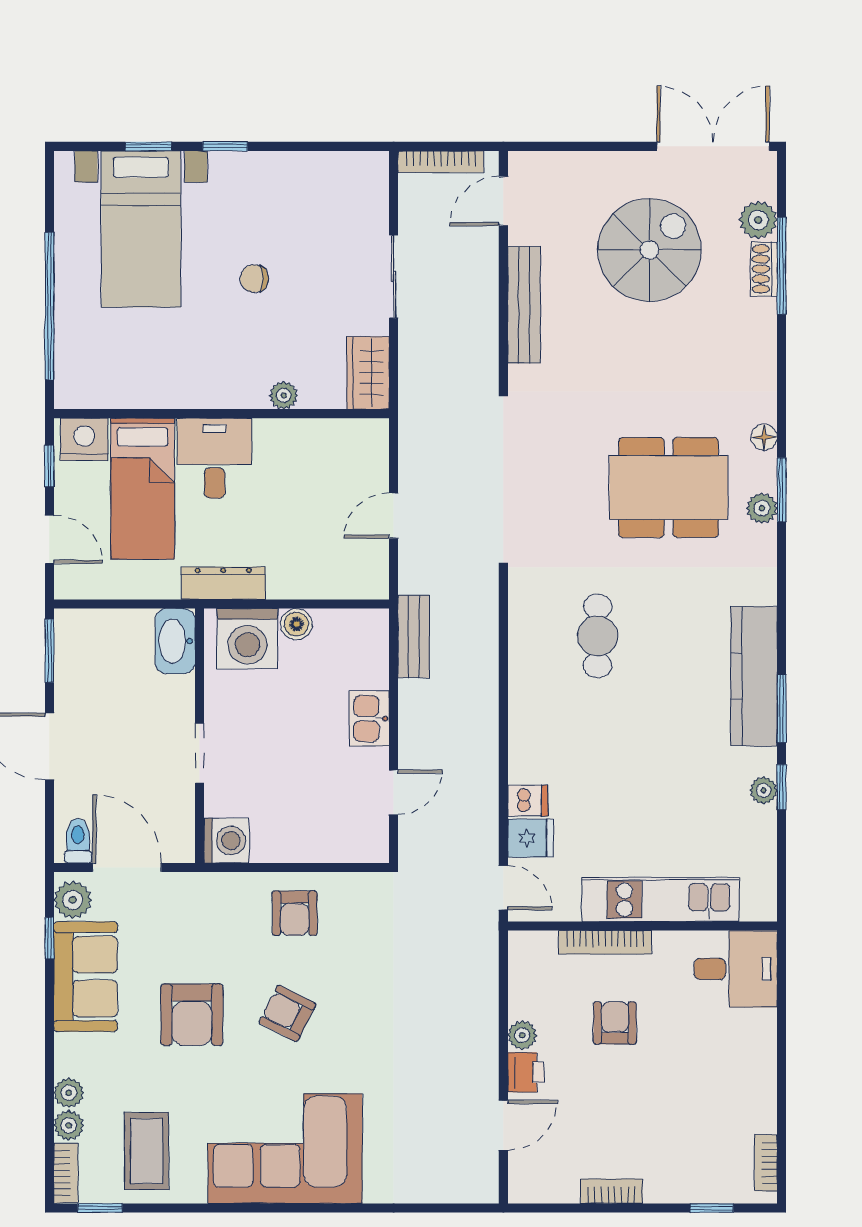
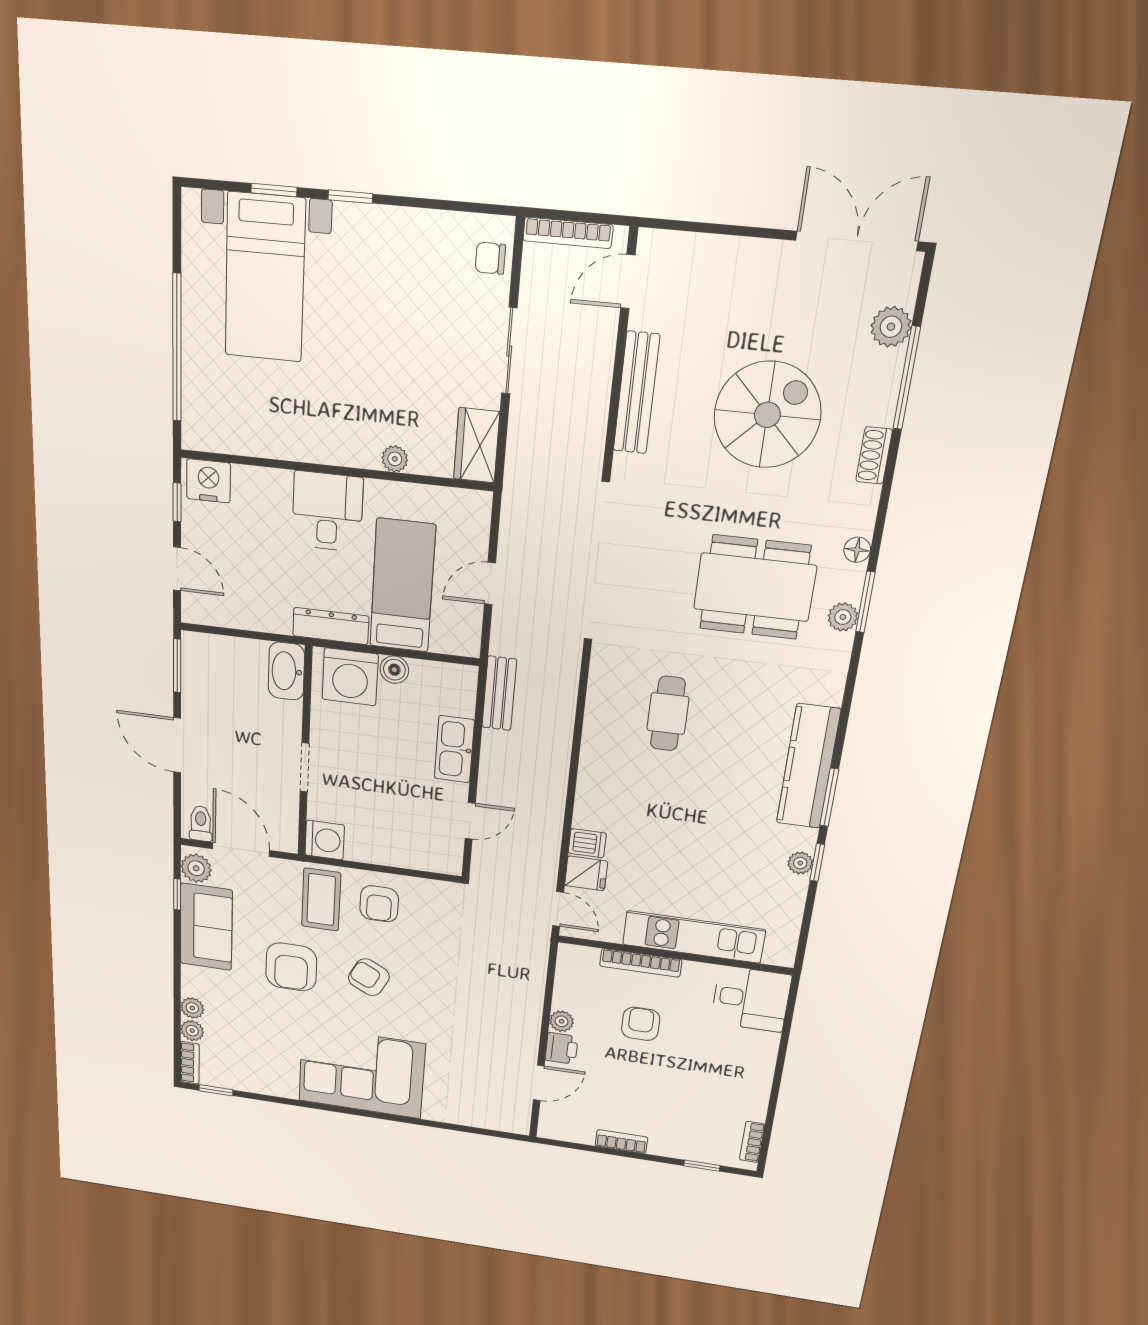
spiral stairs: (650, 250) -> (767, 415), moved
shoe rack: (764, 269) -> (874, 455), moved
chair: (254, 279) -> (490, 258), moved
bed: (143, 489) -> (402, 586), moved, turned 180
kitchen sink: (369, 719) -> (454, 749), width x1.38
coffee table: (147, 1151) -> (321, 900), moved

